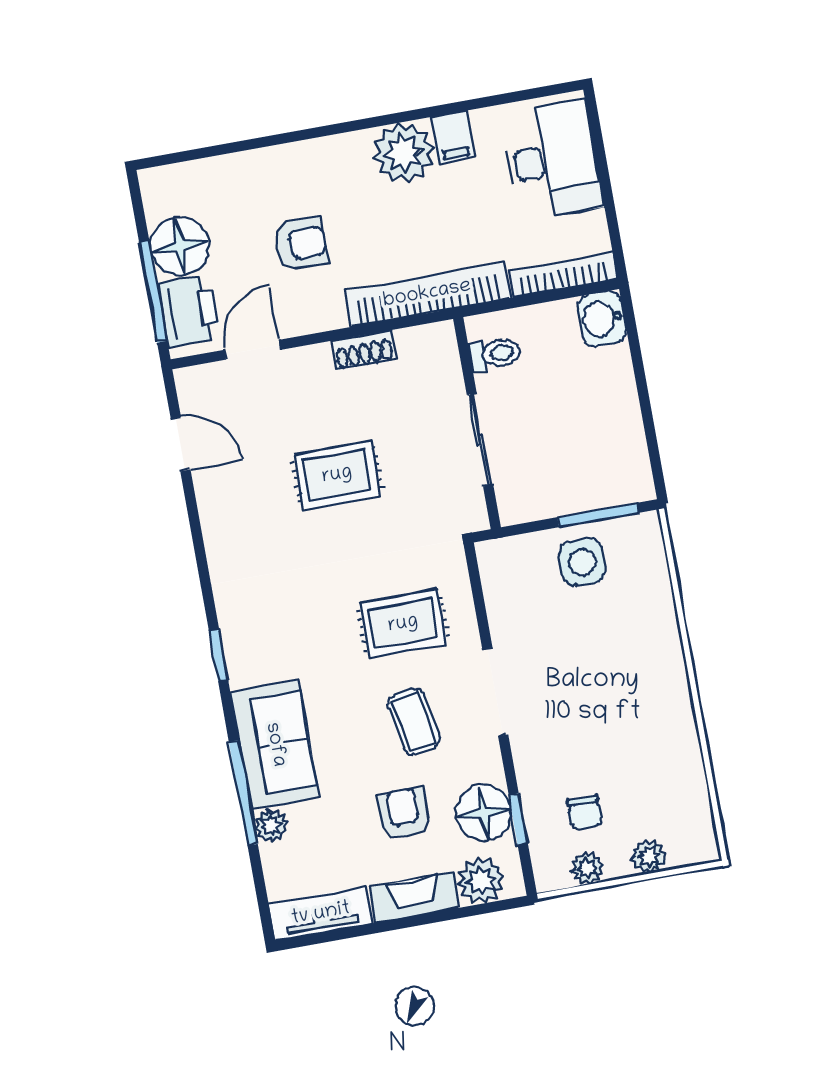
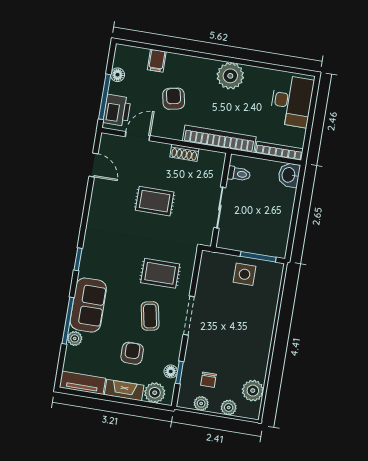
filing cabinet: (453, 137) -> (157, 61), moved
armchair: (301, 244) -> (174, 99), turned -102
floor lamp: (180, 246) -> (118, 75), width x0.53, depth x0.53
plant: (687, 802) -> (253, 391), added
floor lamp: (484, 813) -> (171, 371), width x0.53, depth x0.53

